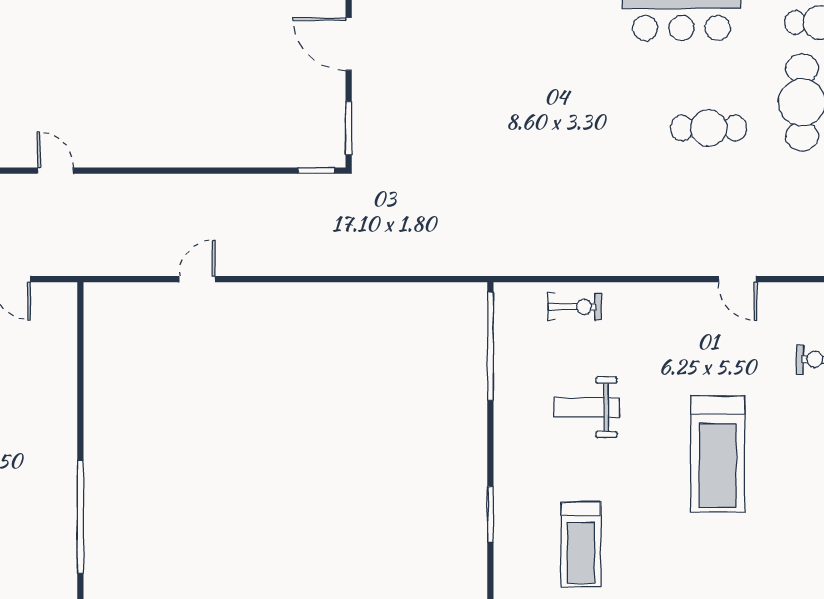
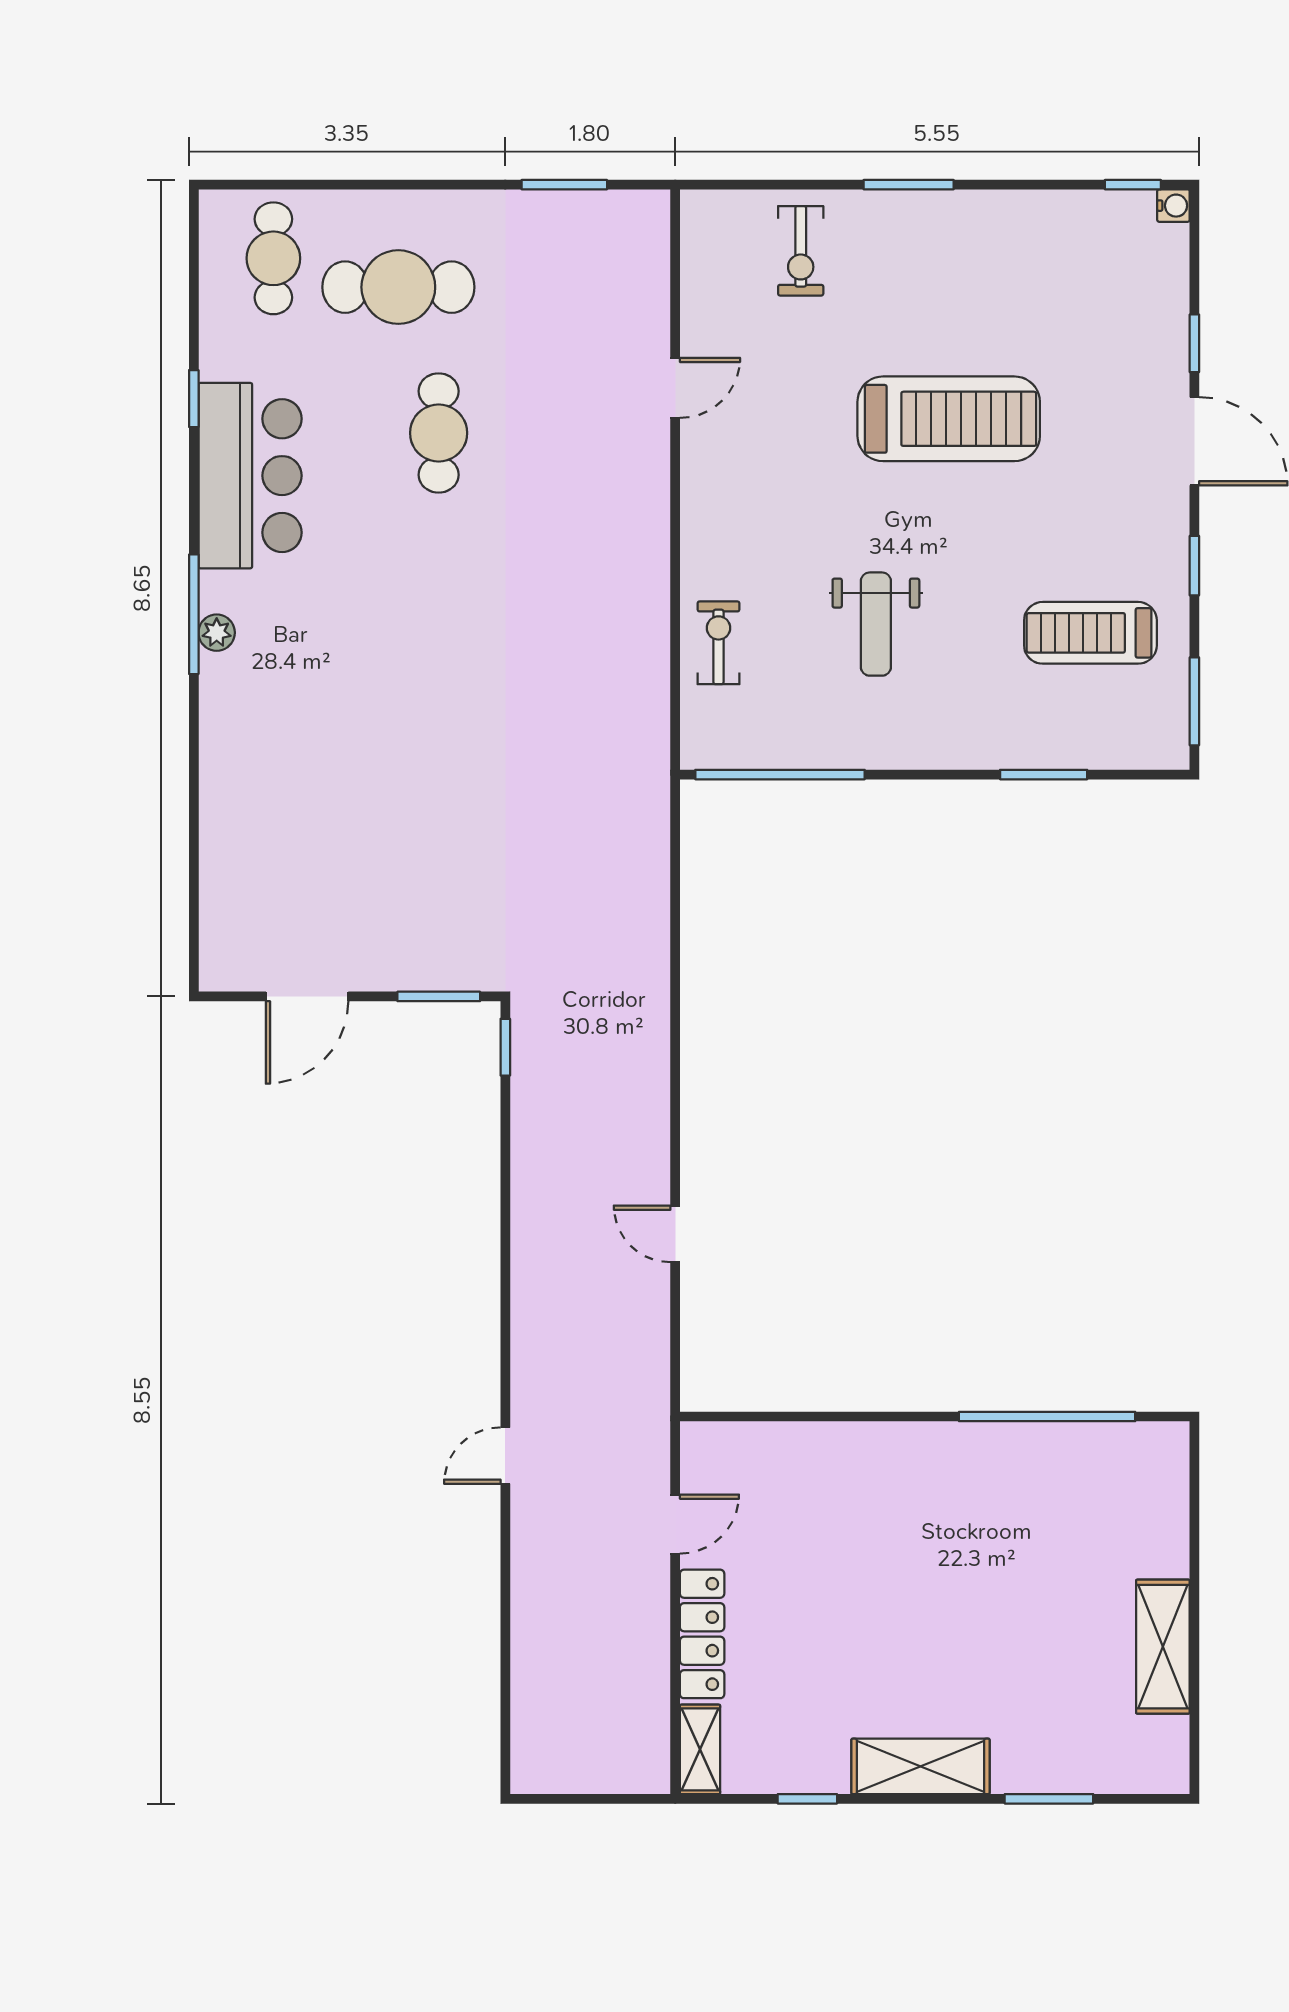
treadmill: (581, 544) -> (1090, 633), turned 180

